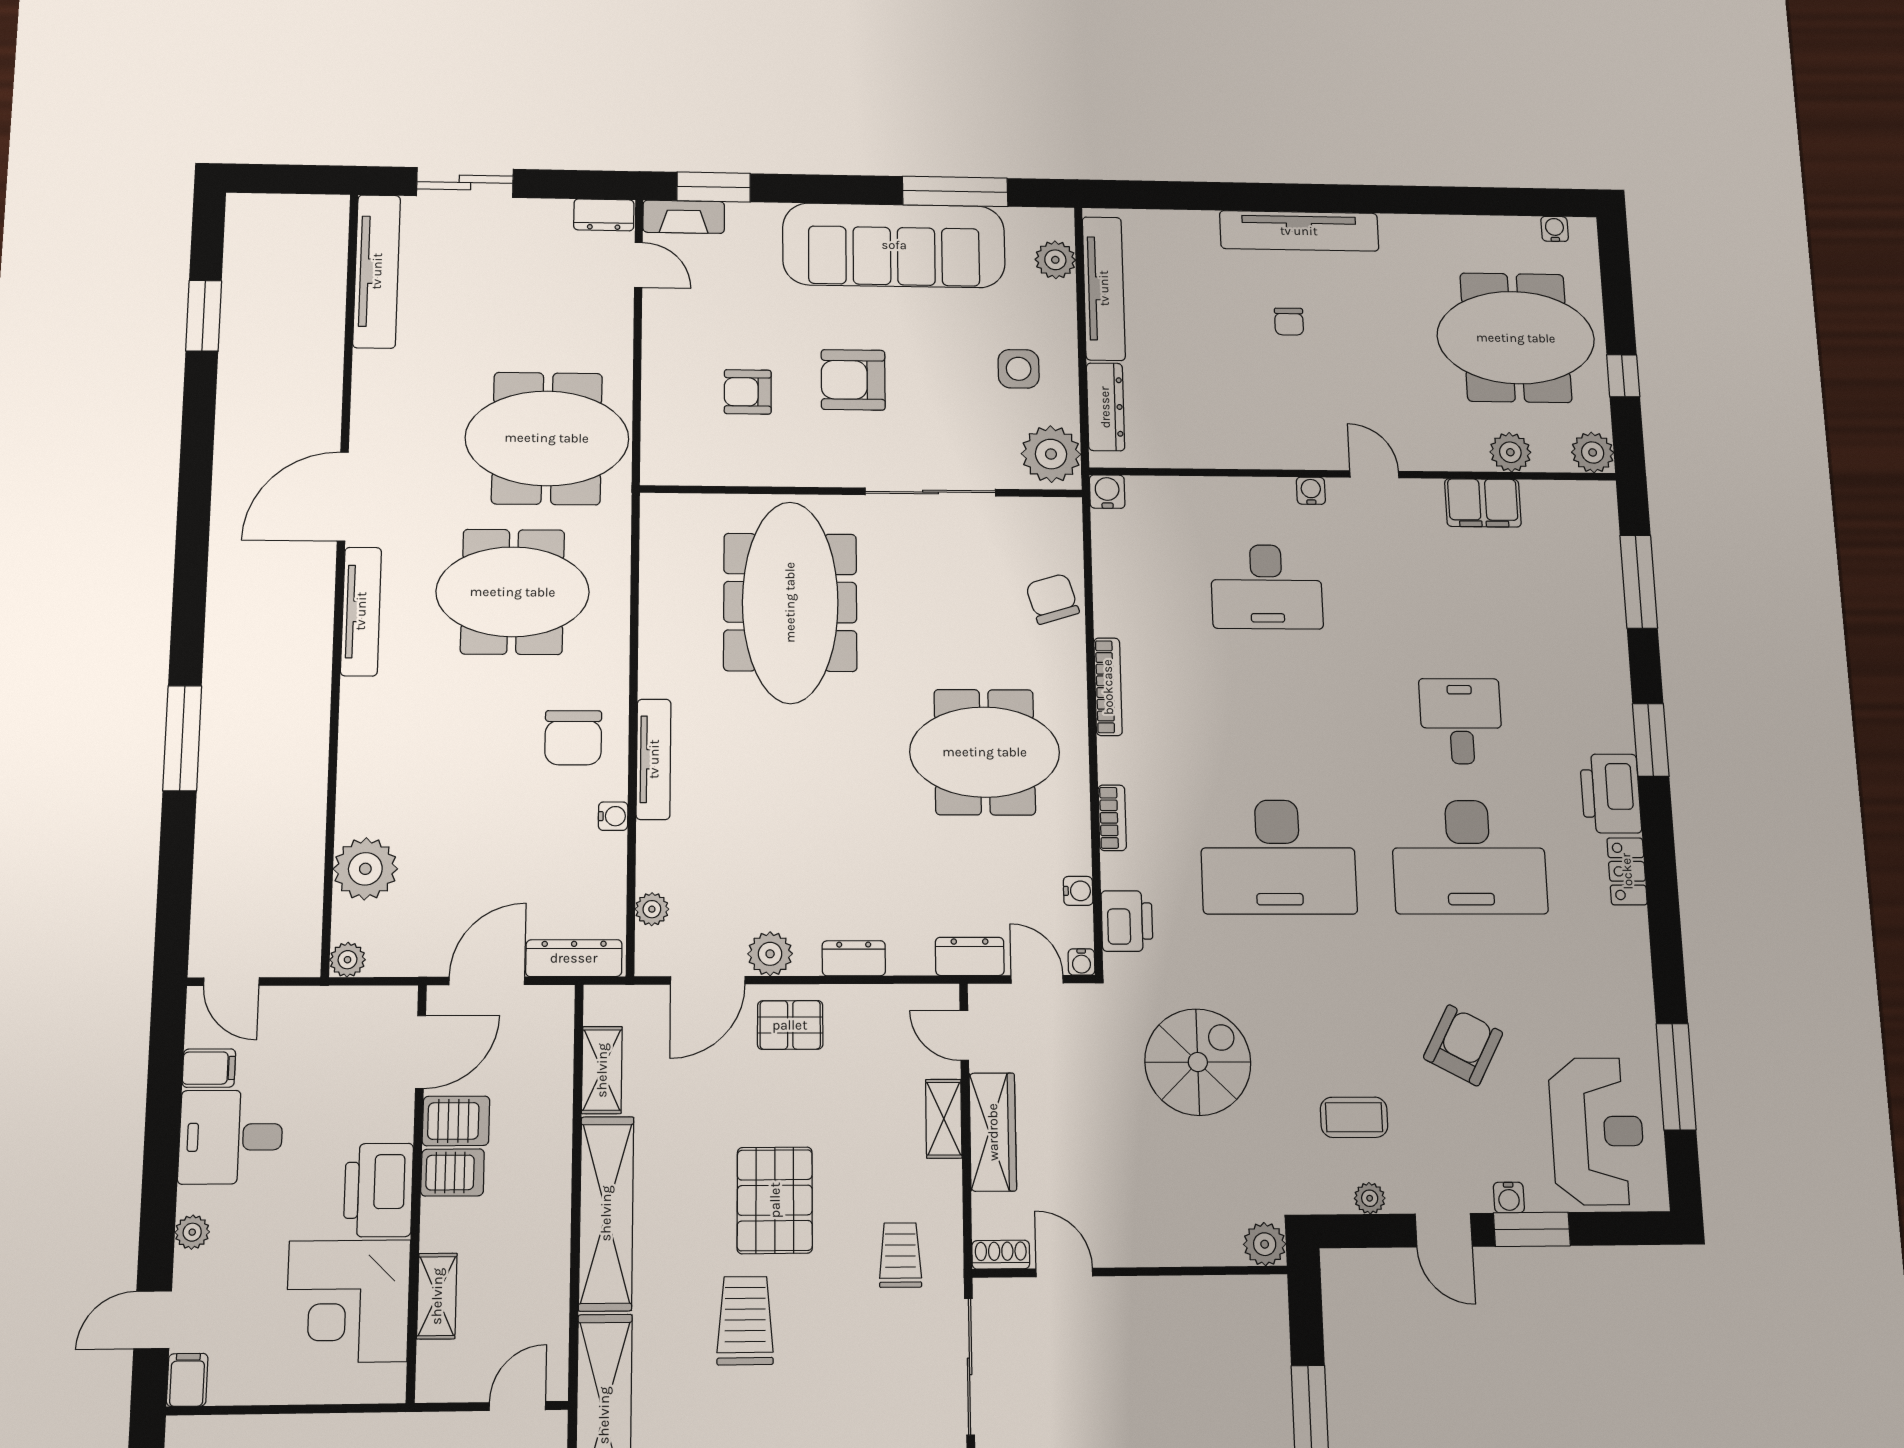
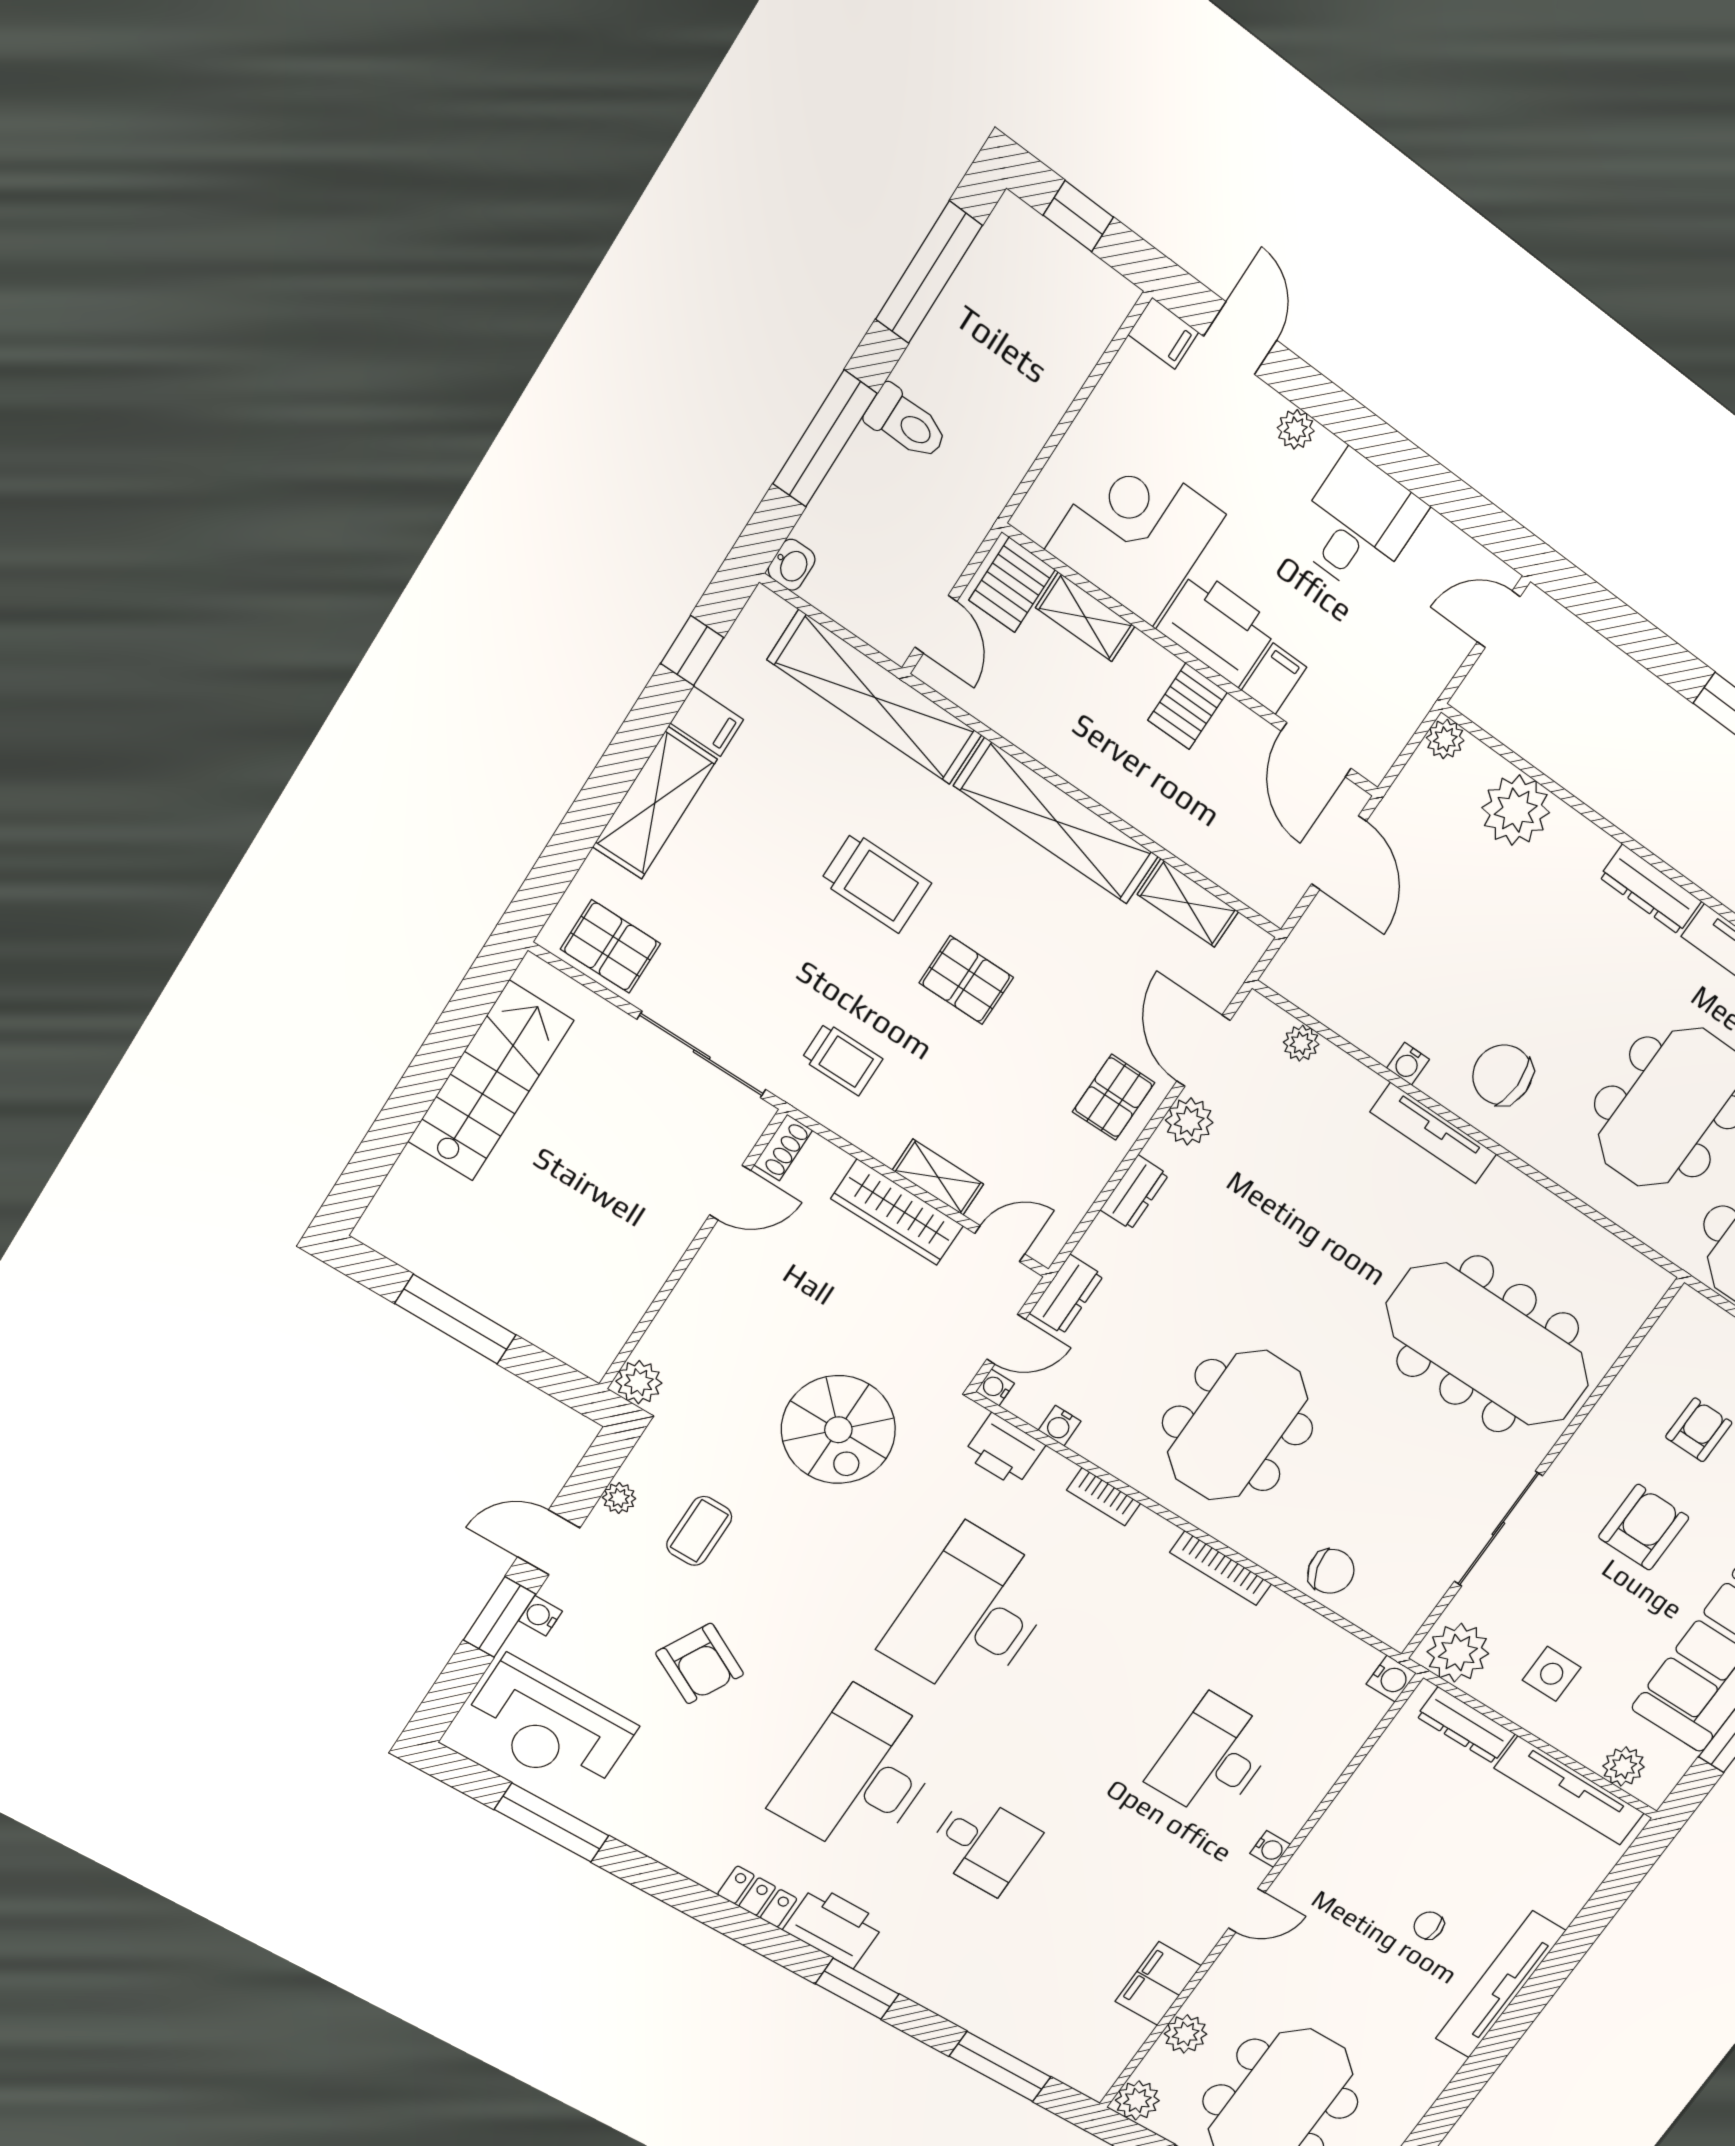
dresser: (574, 958) -> (1651, 889), moved, turned 90
filing cabinet: (209, 1068) -> (1274, 679), moved, turned 180
server rack: (456, 1121) -> (1012, 585), moved
pallet: (775, 1200) -> (966, 980), width x0.67, depth x0.71

